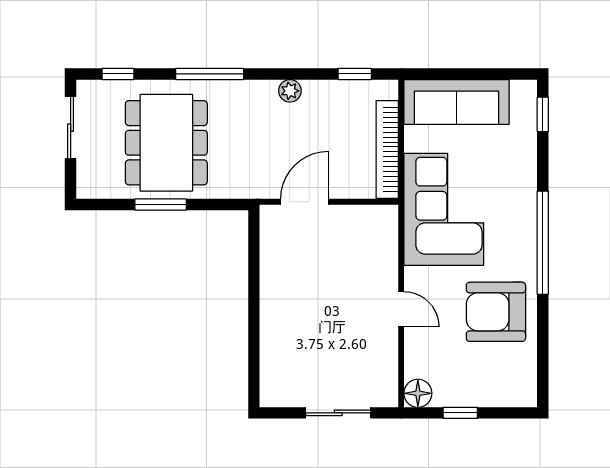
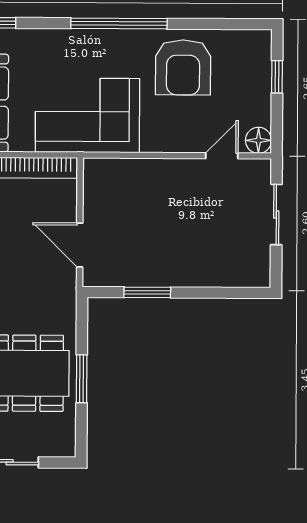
window: (254, 275) -> (147, 292), added
door: (401, 309) -> (222, 156), moved
window: (460, 413) -> (277, 77), moved

